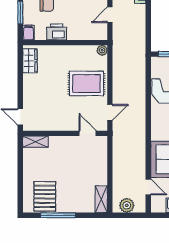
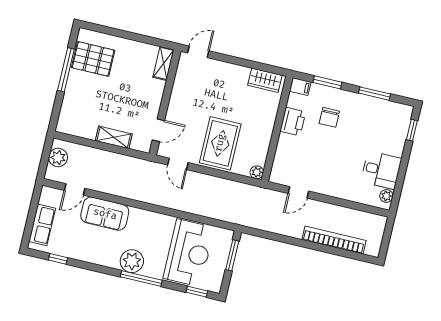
door: (110, 15) -> (298, 192), swing flipped
shelving: (101, 199) -> (114, 137), moved

